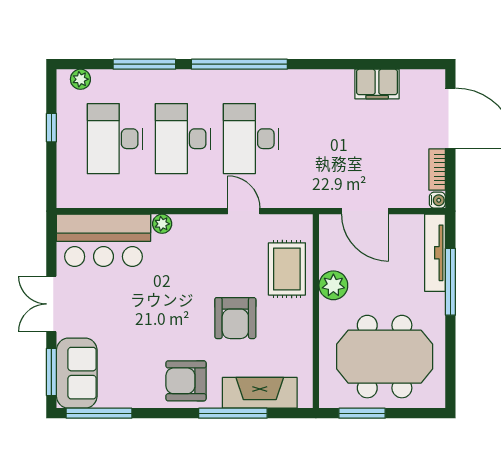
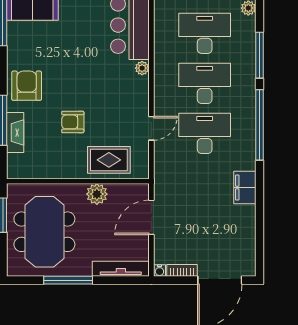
filing cabinet: (377, 84) -> (245, 187), moved
window: (450, 282) -> (68, 280), moved
armchair: (235, 318) -> (73, 122), width x0.72, depth x0.72
fireplace: (260, 393) -> (15, 133), width x0.73, depth x0.76

